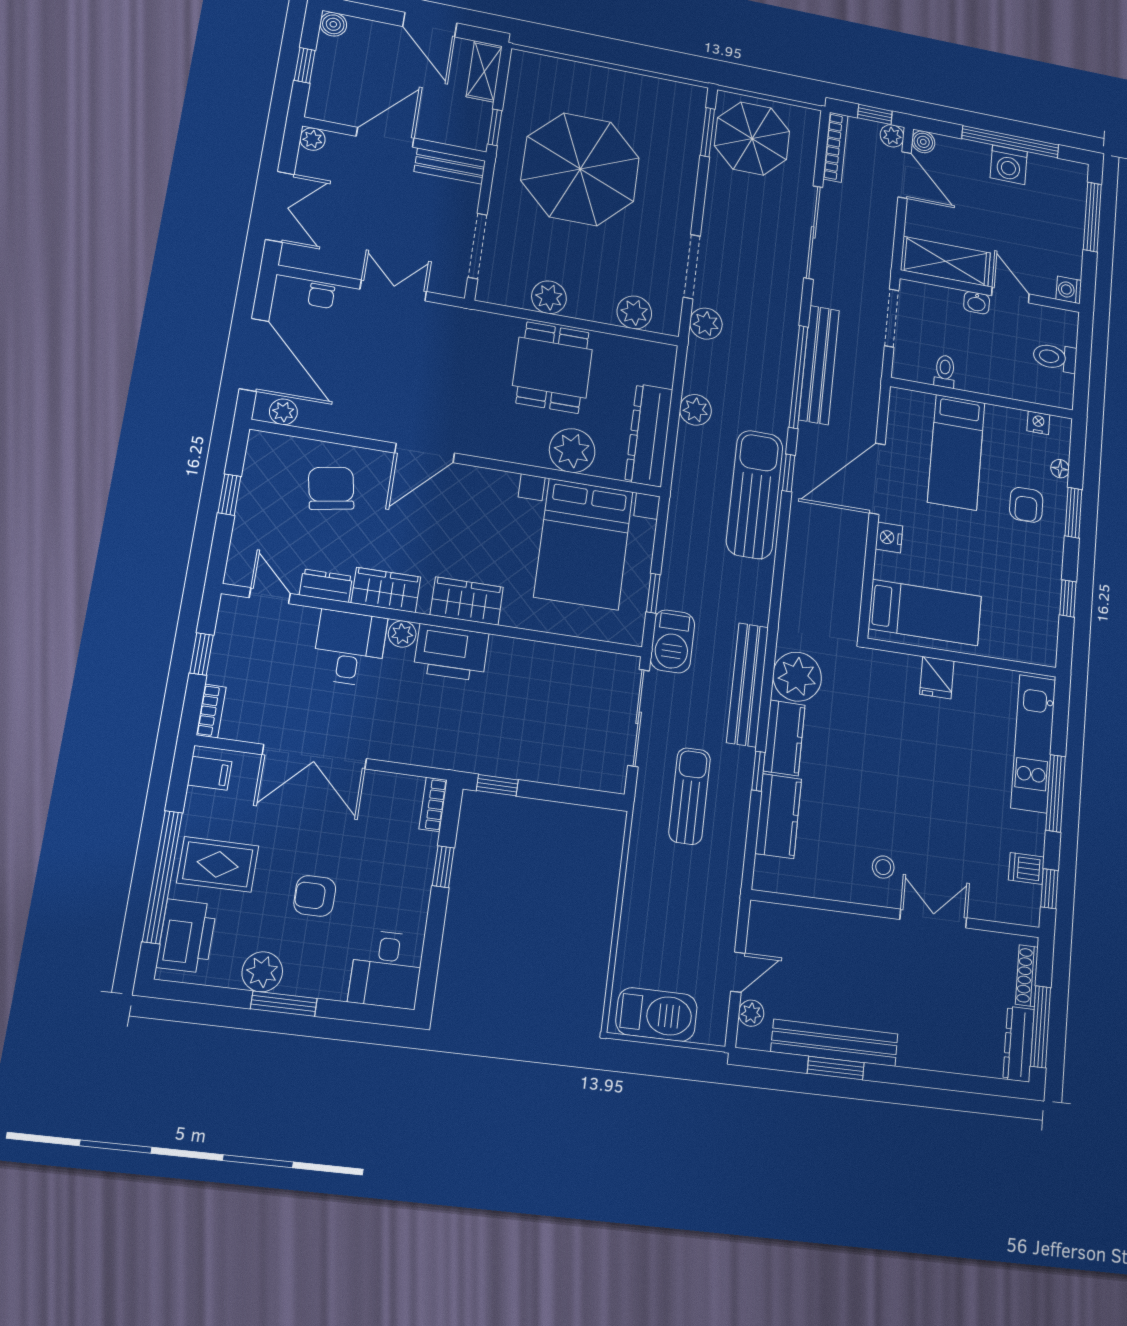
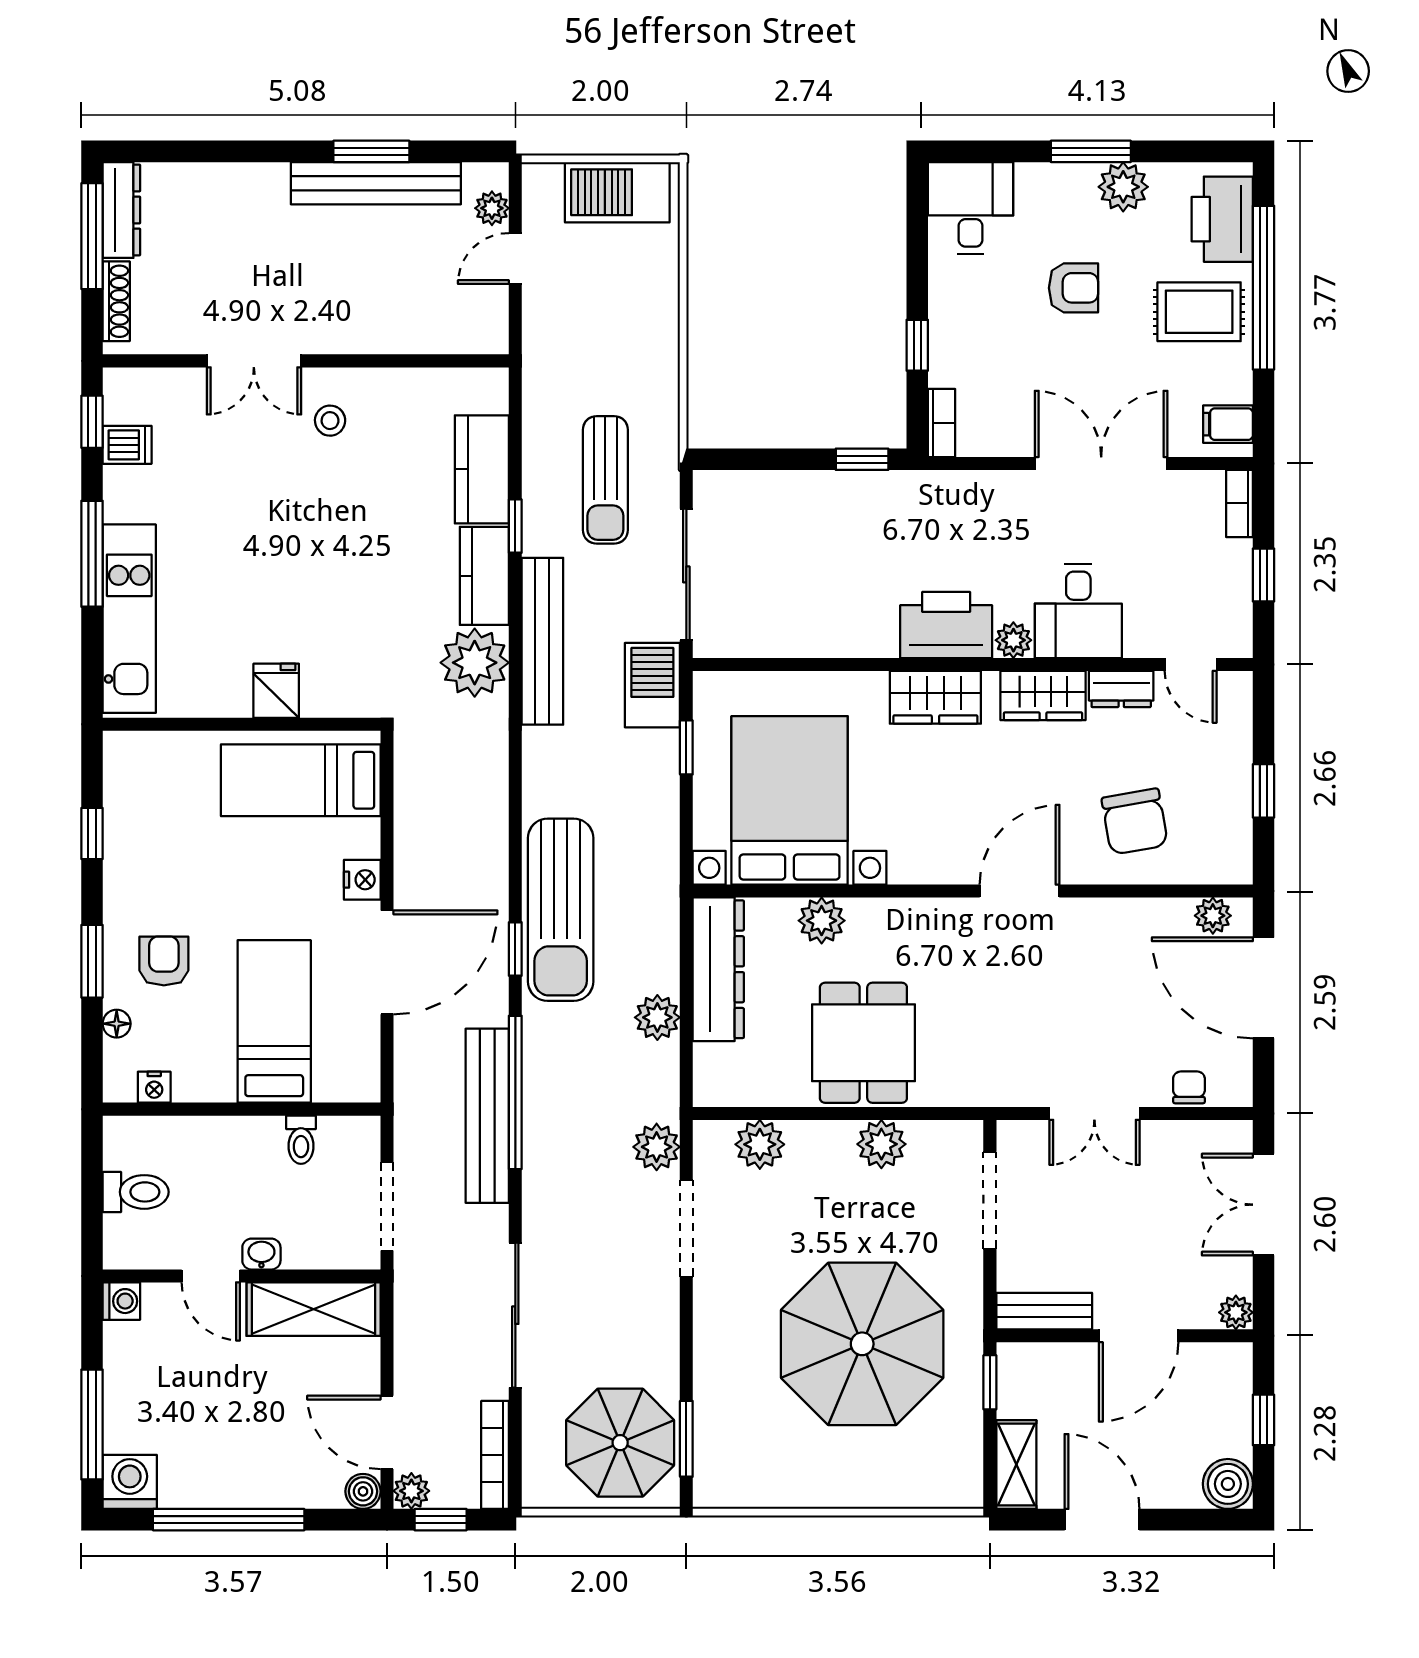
boiler: (333, 24) -> (1228, 1484), width x1.36, depth x1.36
washing machine: (1009, 165) -> (130, 1482), moved
plant: (572, 451) -> (822, 921), width x0.73, depth x0.73

